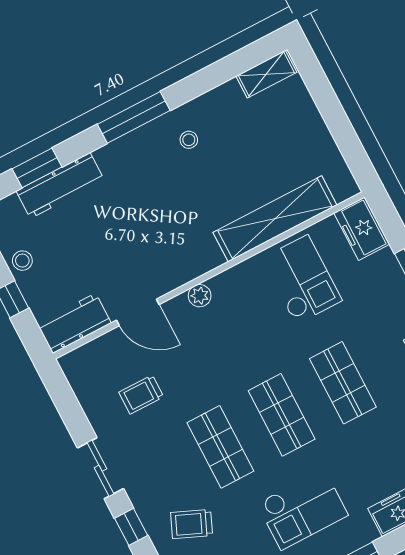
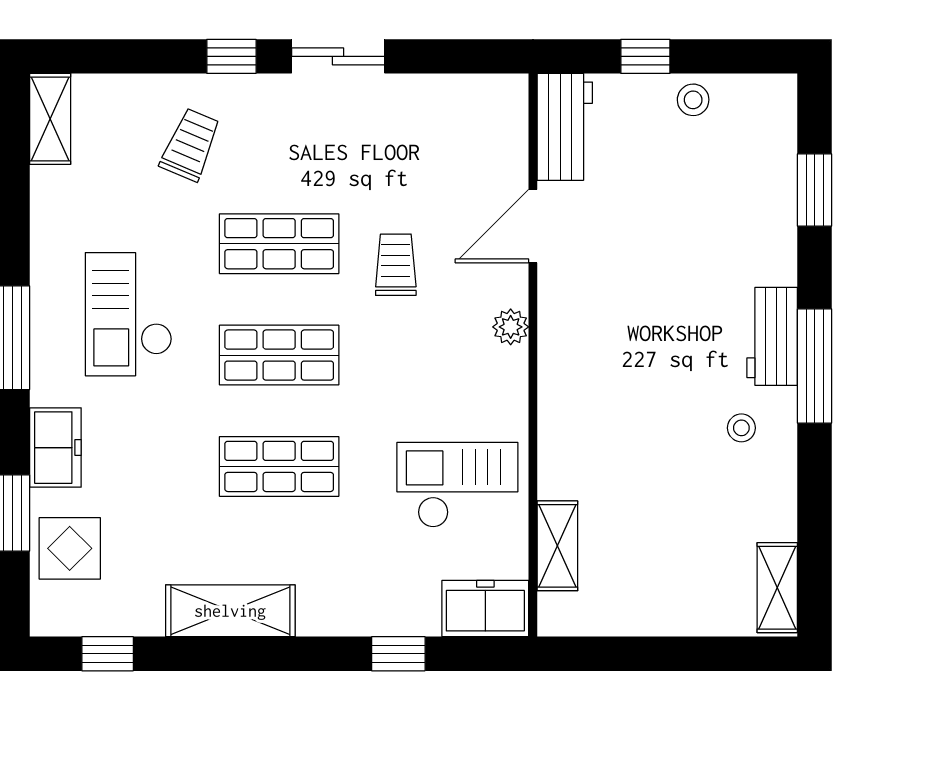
workbench: (60, 186) -> (772, 336), moved, width x0.73
shelving: (275, 219) -> (557, 546), width x0.45, depth x0.75
checkout: (302, 280) -> (457, 485), turned 180
trolley: (141, 395) -> (396, 265), moved

